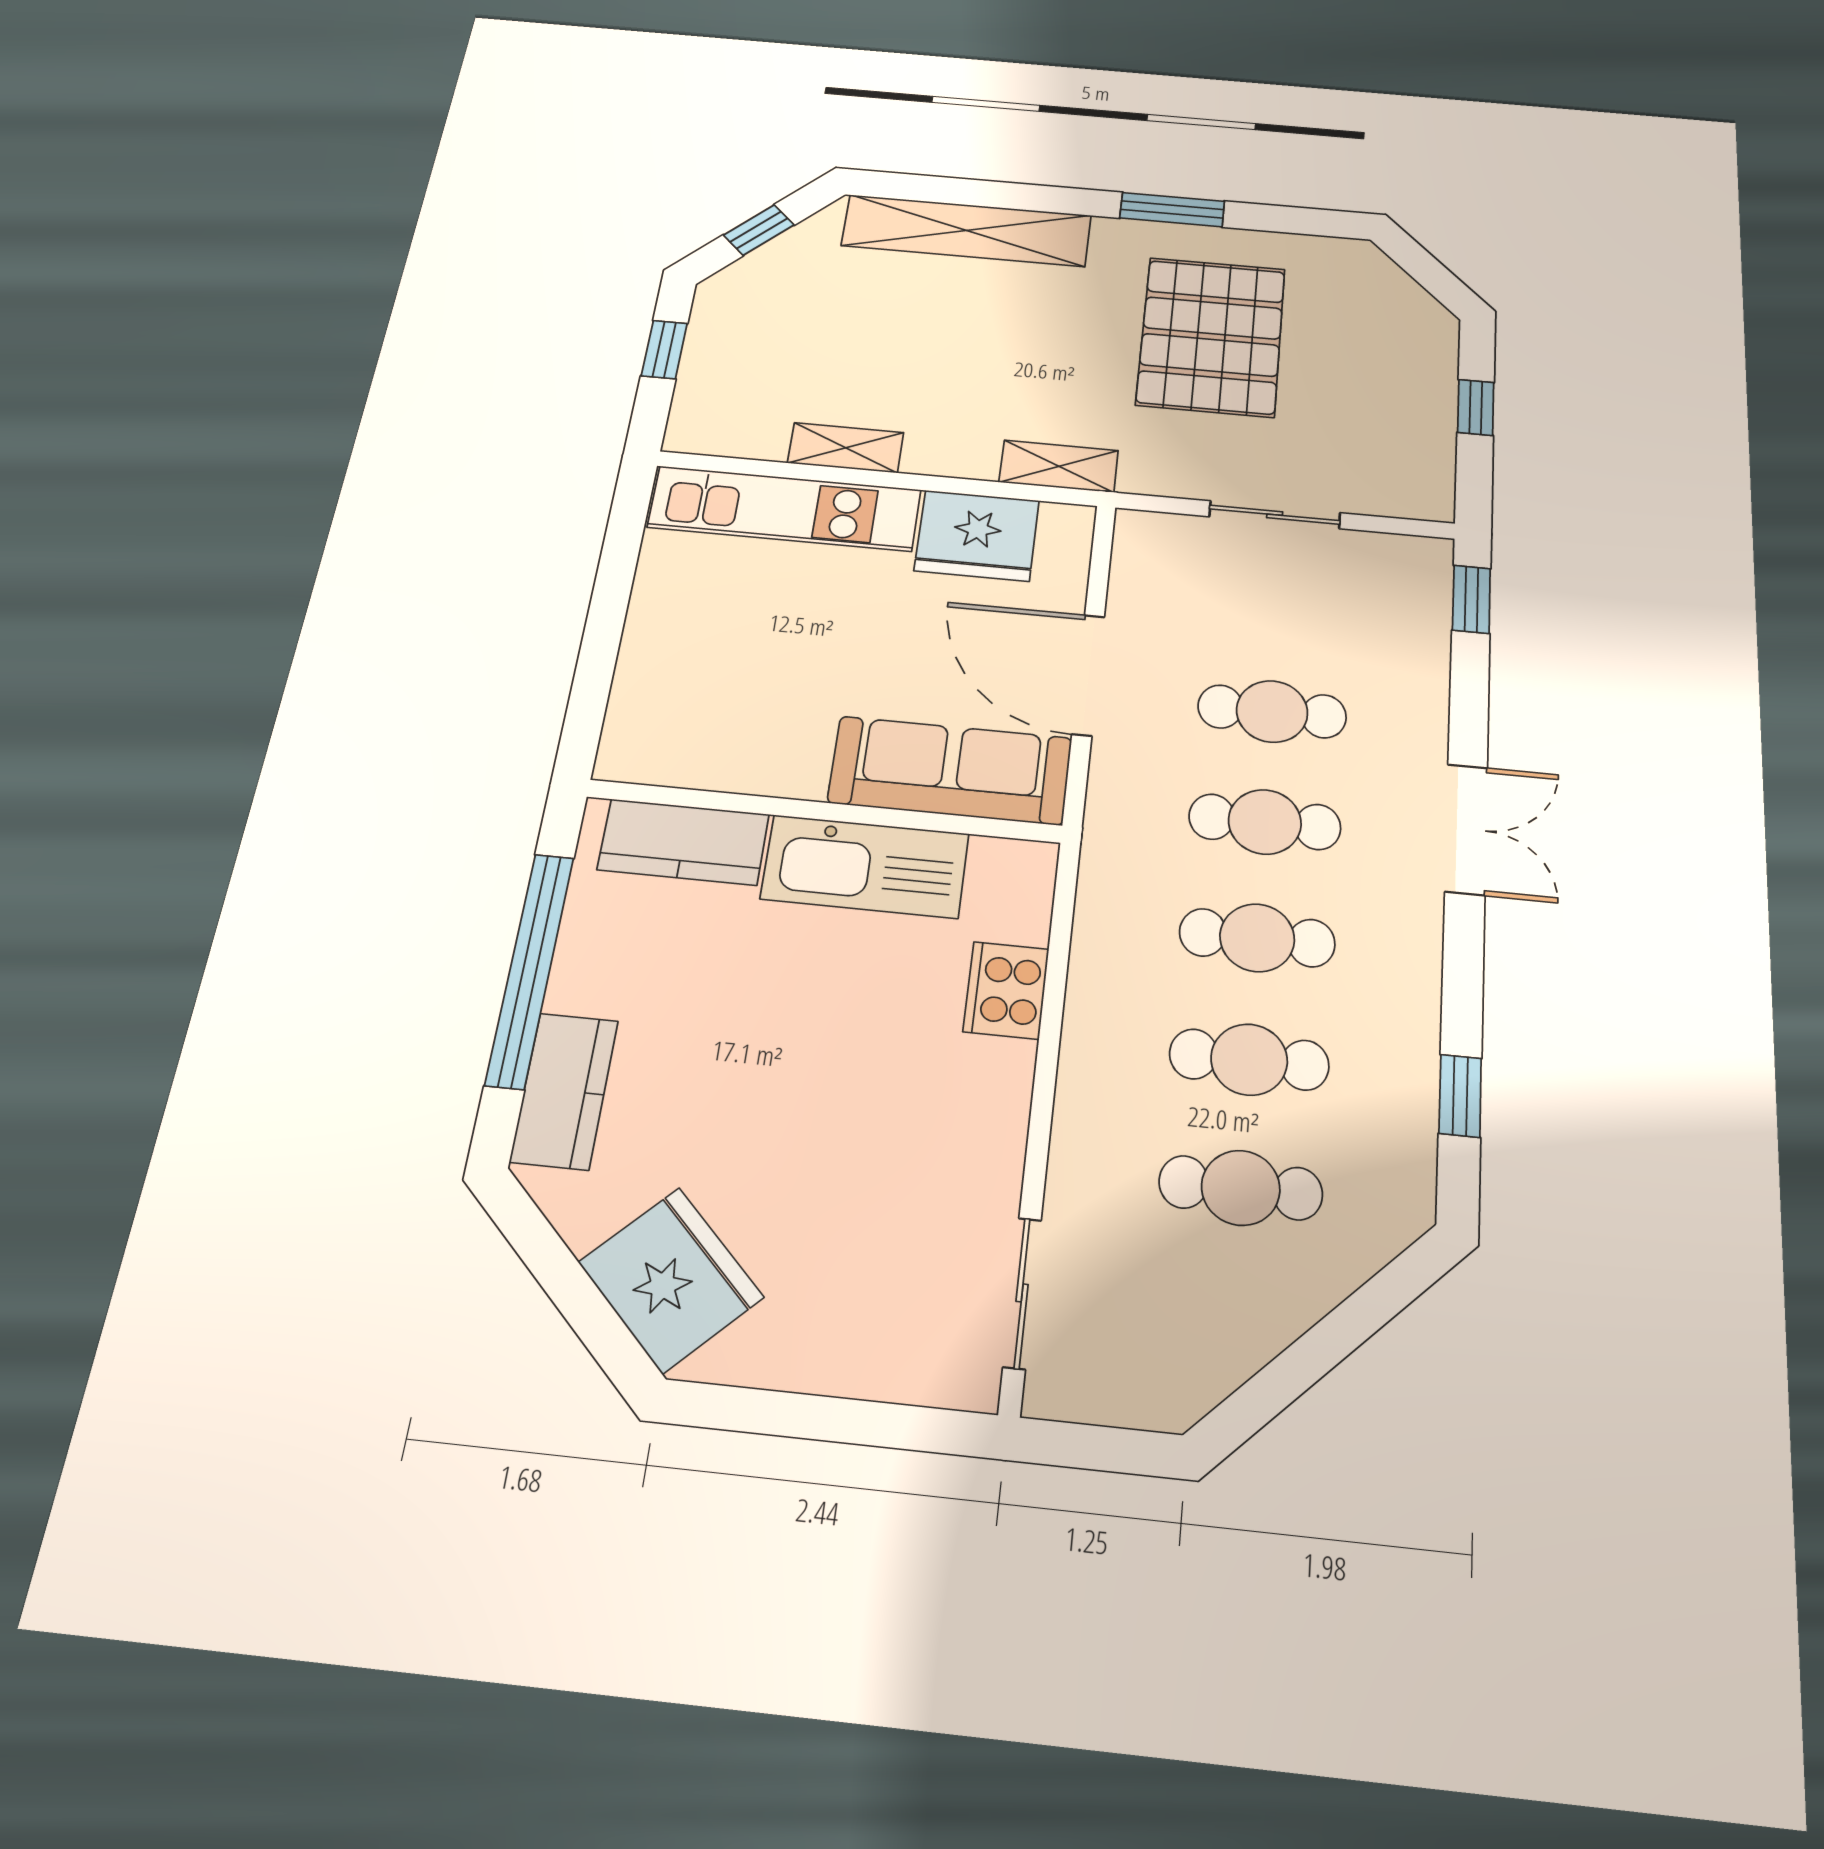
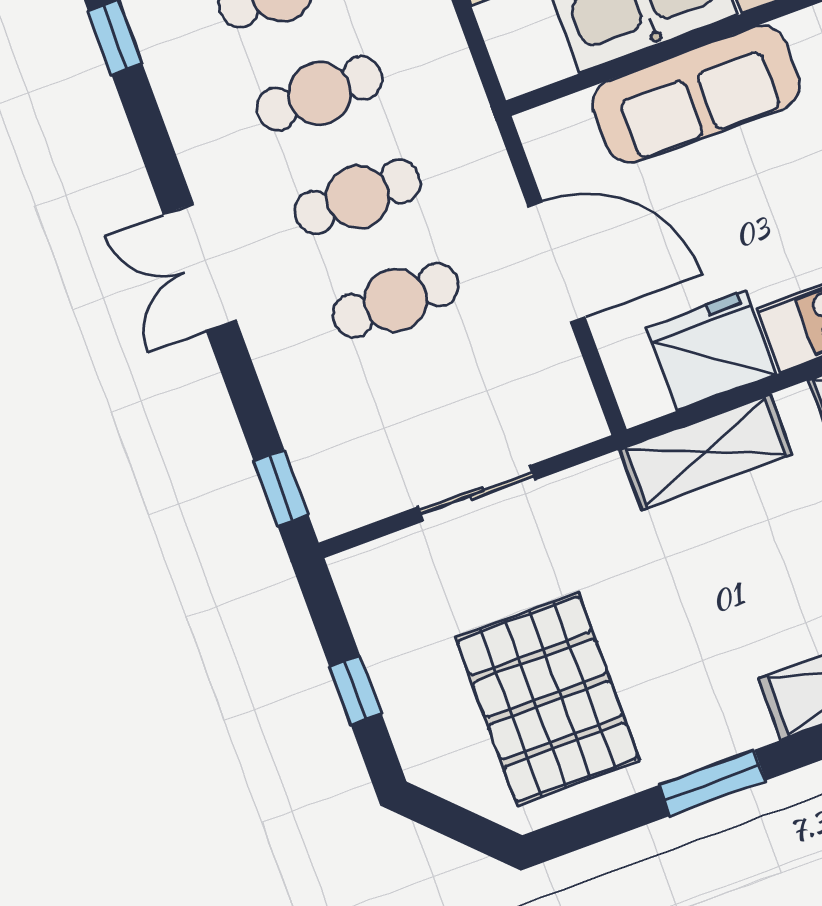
pallet: (1211, 336) -> (548, 699), moved
shelving: (1059, 466) -> (706, 452), width x1.50, depth x1.33
sofa: (950, 770) -> (696, 94), moved

